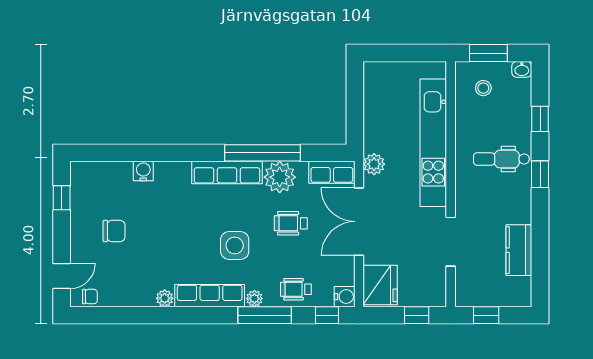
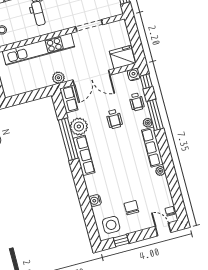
wheelchair: (291, 223) -> (114, 119), moved
side table: (235, 245) -> (111, 225), moved
window: (417, 315) -> (133, 33), removed

